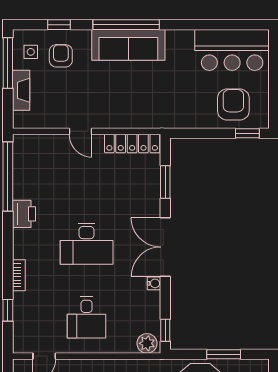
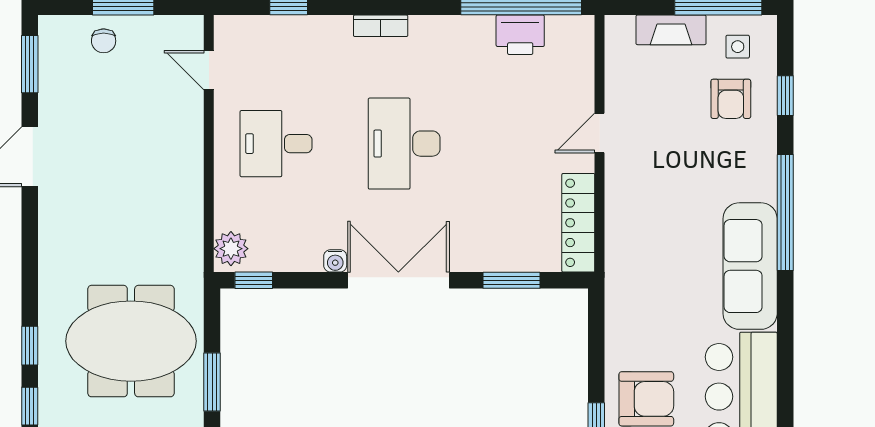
sofa: (128, 45) -> (750, 266), moved
armchair: (61, 56) -> (731, 99), turned 90
printer: (24, 214) -> (520, 35), moved
bookcase: (19, 275) -> (381, 26), moved

